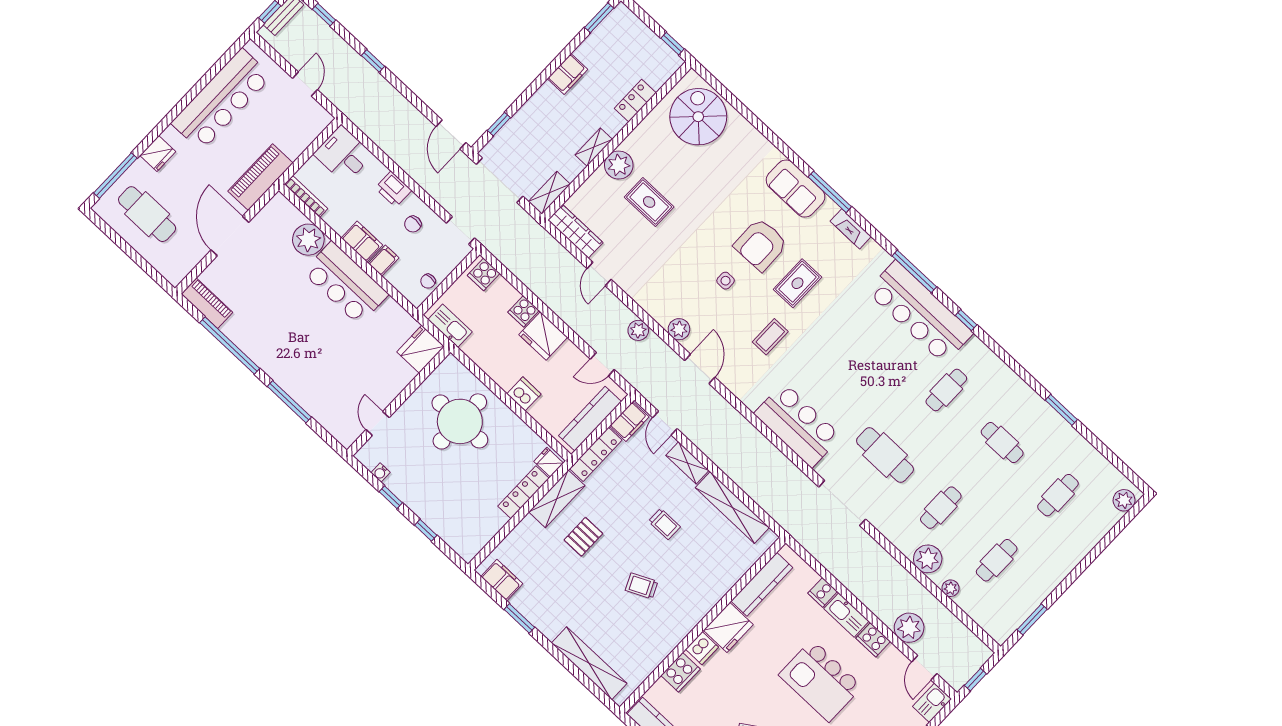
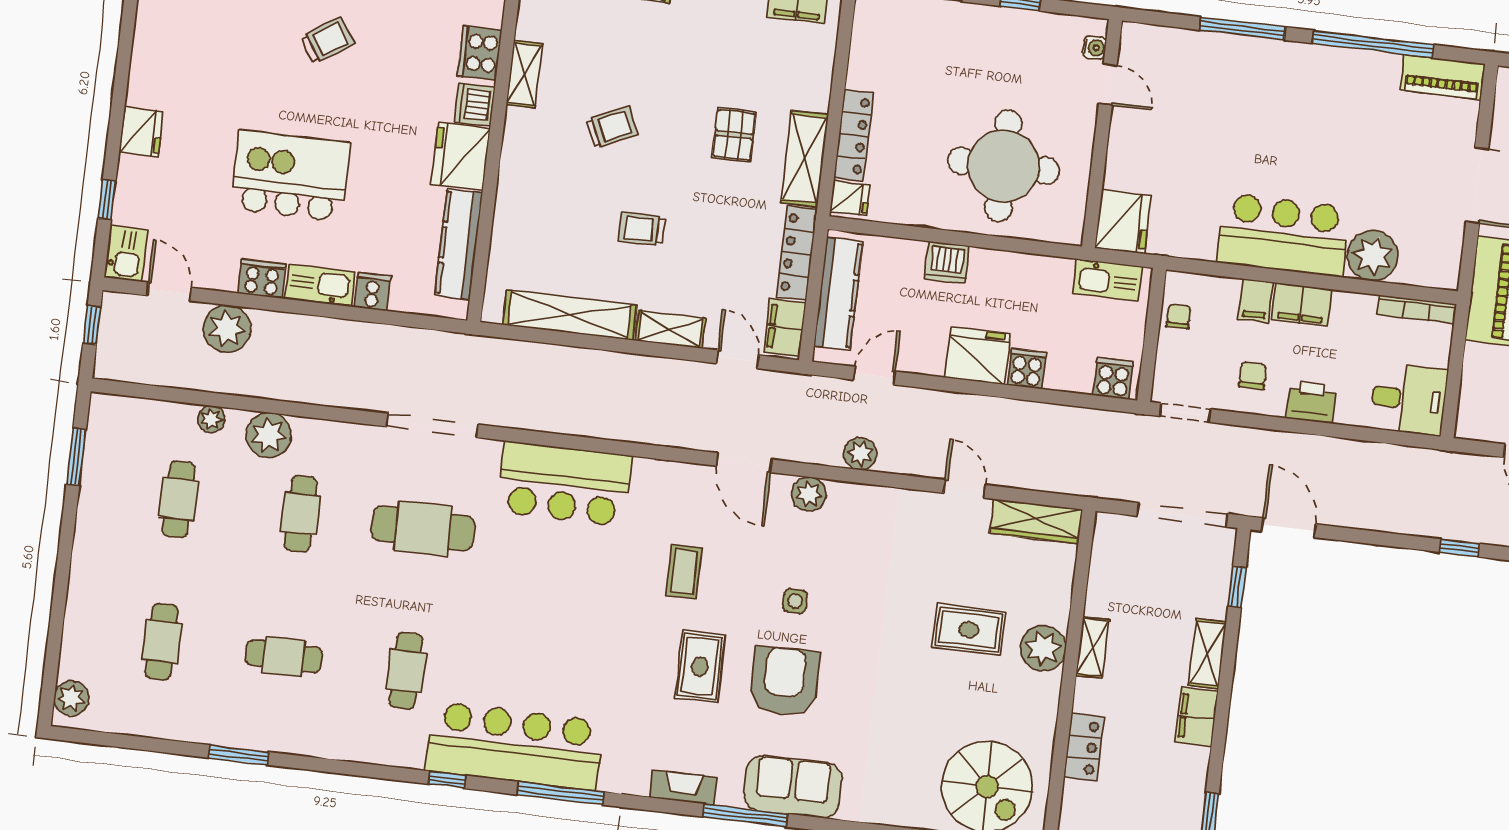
shelving: (549, 193) -> (1207, 654), moved
water cooler: (381, 473) -> (1094, 48), moved, turned 90
shelving: (666, 645) -> (524, 74), added

